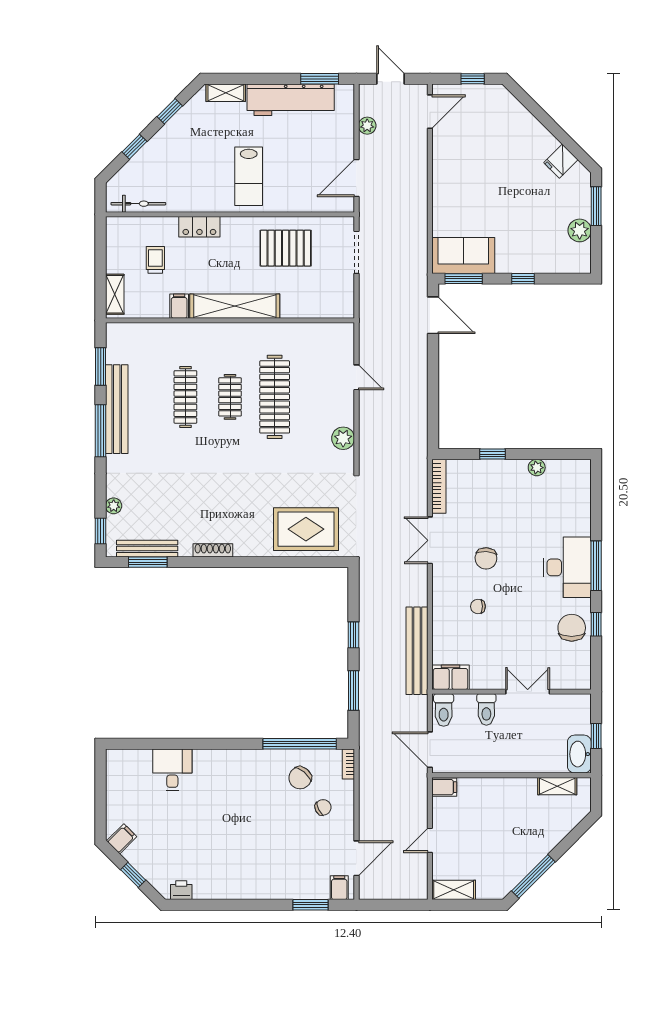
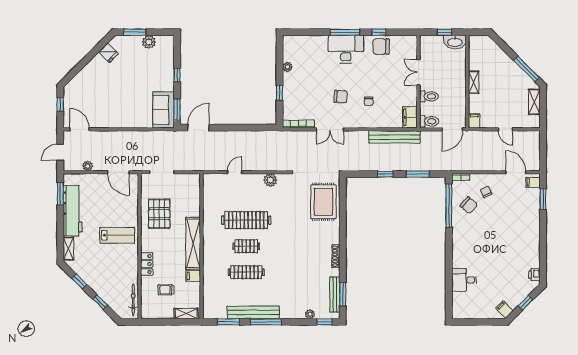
shelving: (557, 786) -> (474, 82), moved
shelving: (454, 890) -> (534, 102), moved

